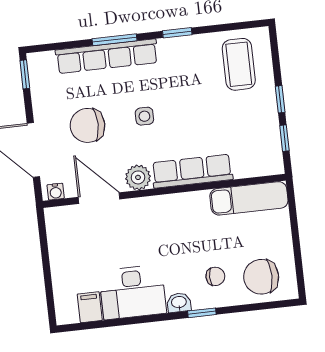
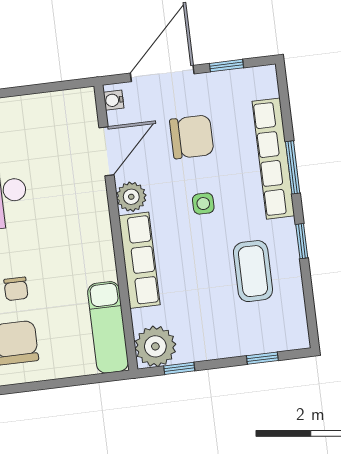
coffee table: (239, 64) -> (253, 271), moved, turned 90
window: (25, 74) -> (226, 66), moved
window: (280, 99) -> (262, 358), moved
chair: (88, 125) -> (192, 137), turned 90
plant: (266, 158) -> (155, 346), added

